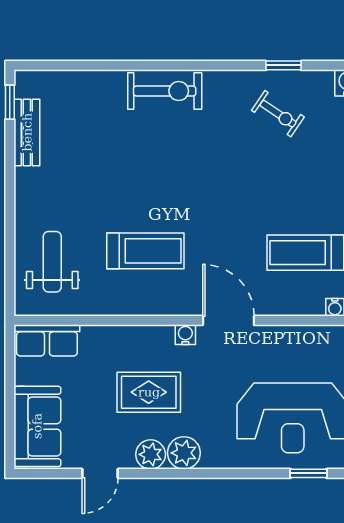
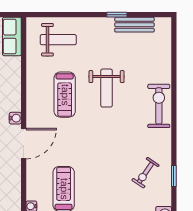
exercise bike: (165, 91) -> (159, 106), turned 180
window: (10, 102) -> (117, 15), moved
weight bench: (134, 180) -> (107, 88), added

